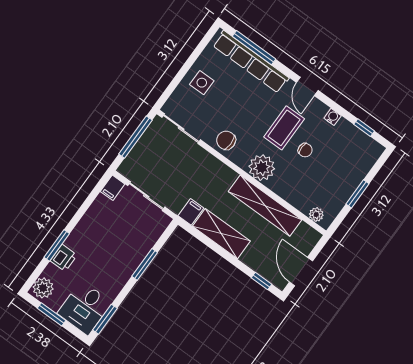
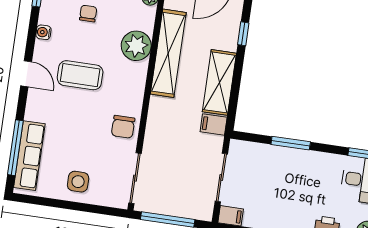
row of seats: (251, 62) -> (29, 156), width x0.73
door: (307, 86) -> (26, 74), hinge flipped
chair: (305, 150) -> (88, 14), moved
plant: (262, 168) -> (136, 46), moved
window: (262, 281) -> (243, 34), moved

